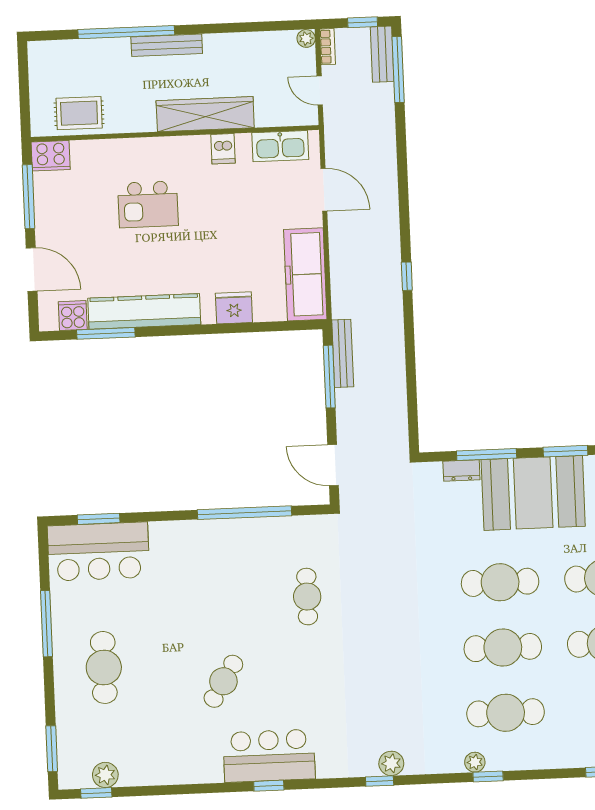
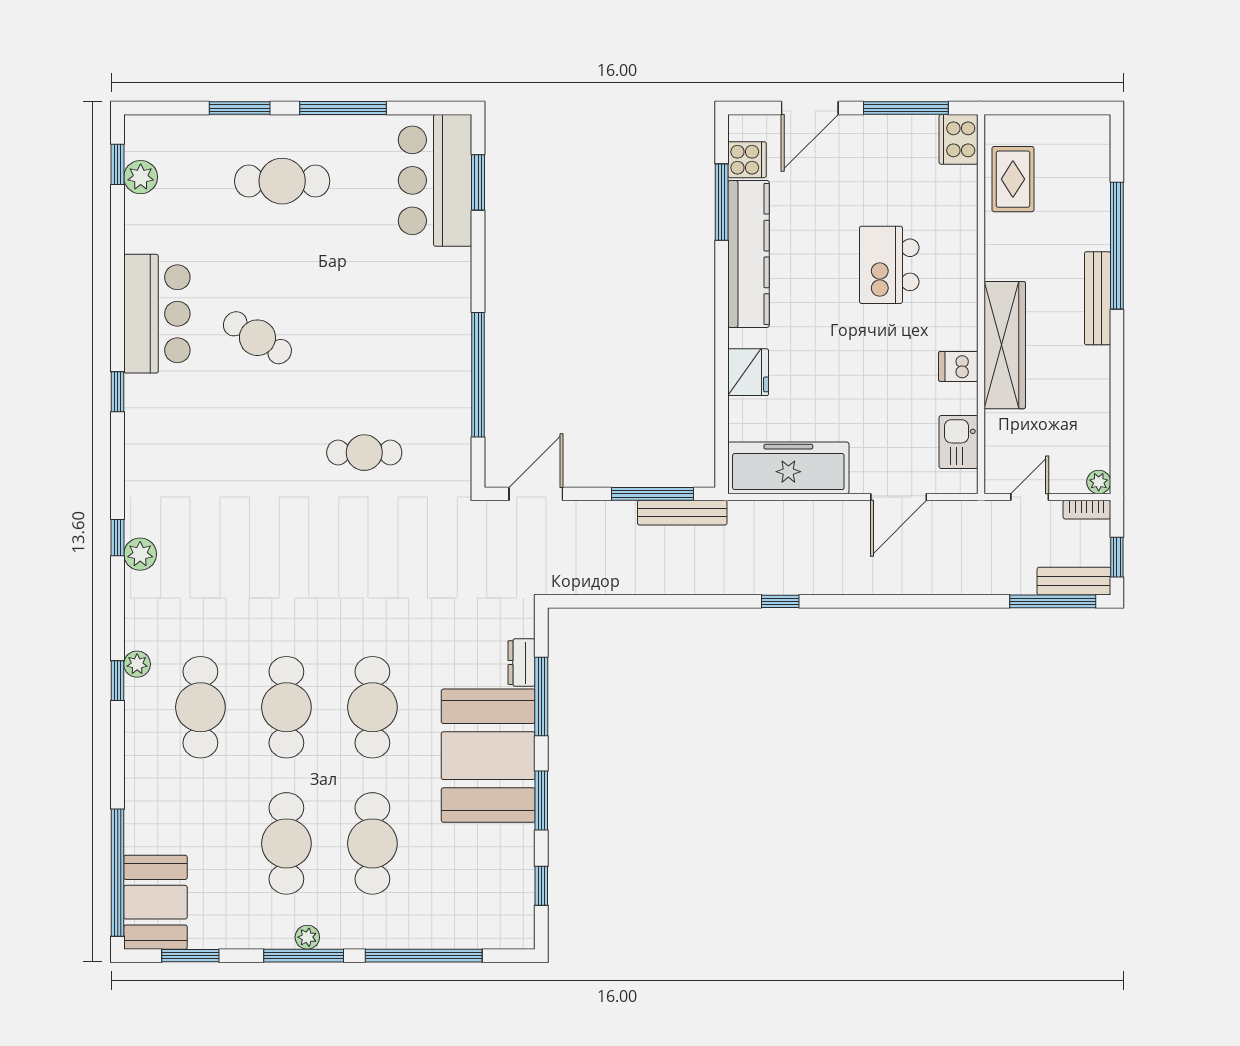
kitchen sink: (280, 146) -> (958, 442), width x0.73
window: (52, 749) -> (240, 108), moved
bar counter: (269, 756) -> (157, 314), moved

